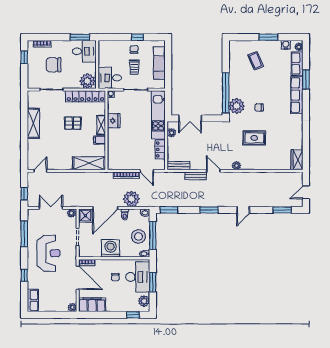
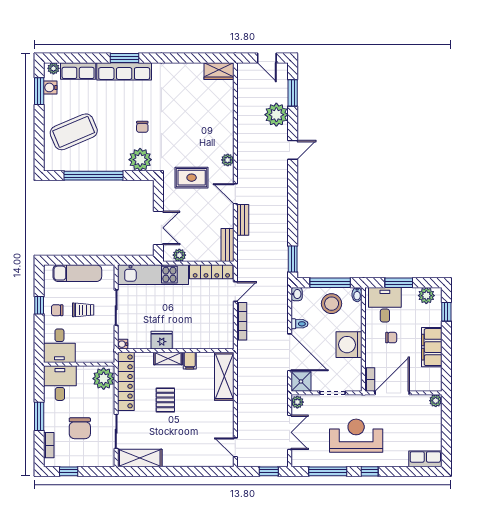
window: (80, 37) -> (39, 416), moved
window: (268, 37) -> (39, 91), moved
coffee table: (256, 61) -> (74, 132), width x1.86, depth x1.72
desk: (110, 78) -> (59, 346), moved
window: (306, 79) -> (124, 58), moved
window: (226, 93) -> (94, 176), moved
shelving: (33, 123) -> (140, 458), moved
rug: (254, 138) -> (192, 178), moved, turned 90
locker: (160, 149) -> (211, 272), width x1.53
door: (213, 171) -> (235, 194), hinge flipped
plant: (131, 199) -> (276, 115), moved
double door: (51, 208) -> (290, 432), swing flipped
window: (209, 210) -> (293, 200), removed
door: (243, 210) -> (293, 150), hinge flipped
window: (24, 275) -> (370, 471), moved
desk: (138, 277) -> (385, 305), width x0.73
filing cabinet: (92, 305) -> (432, 347), moved

